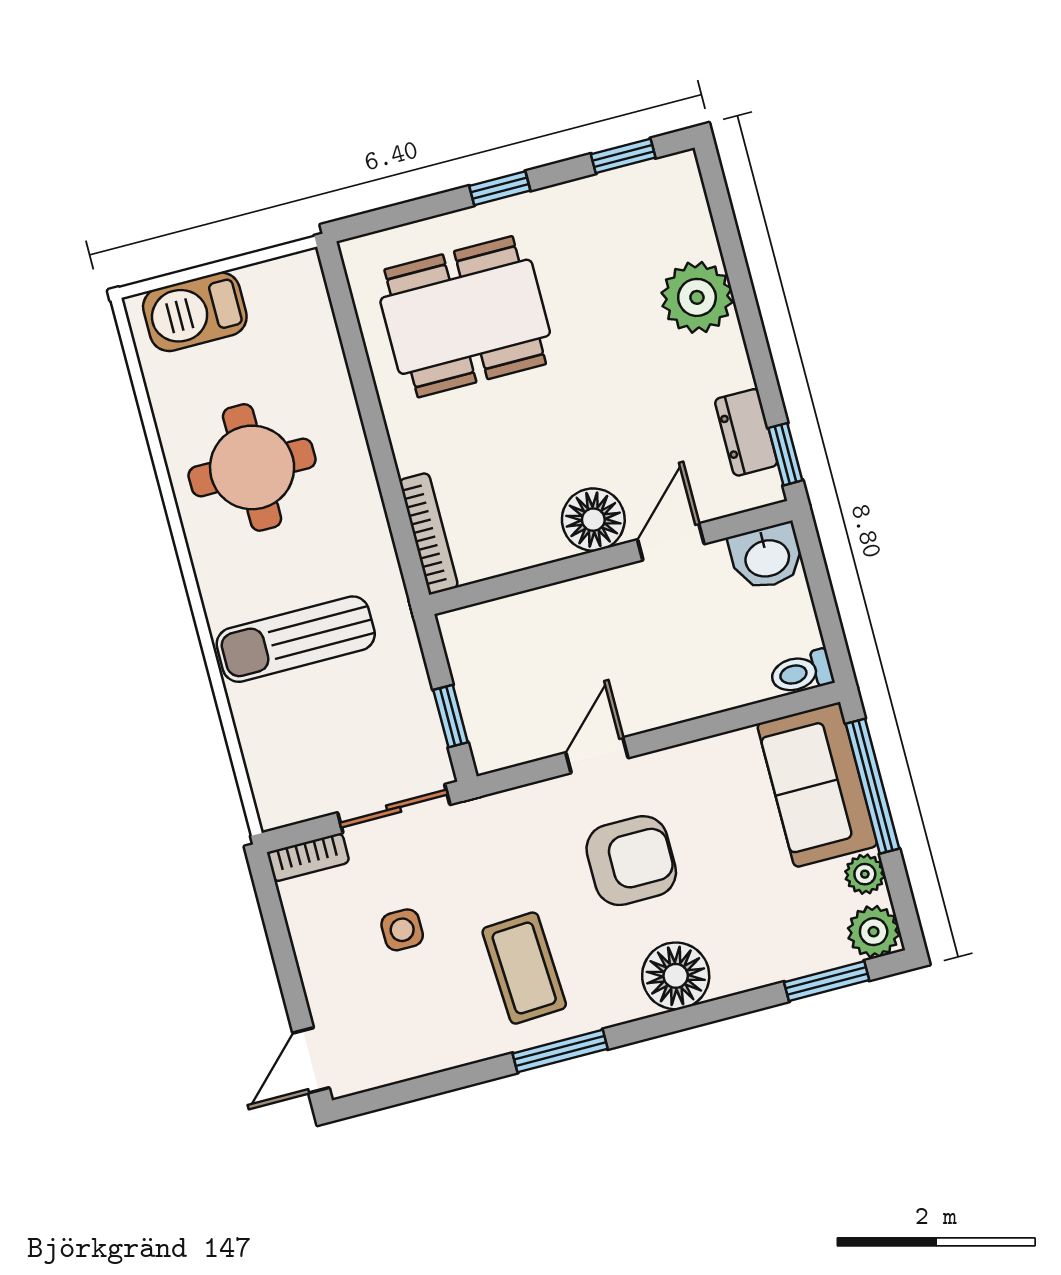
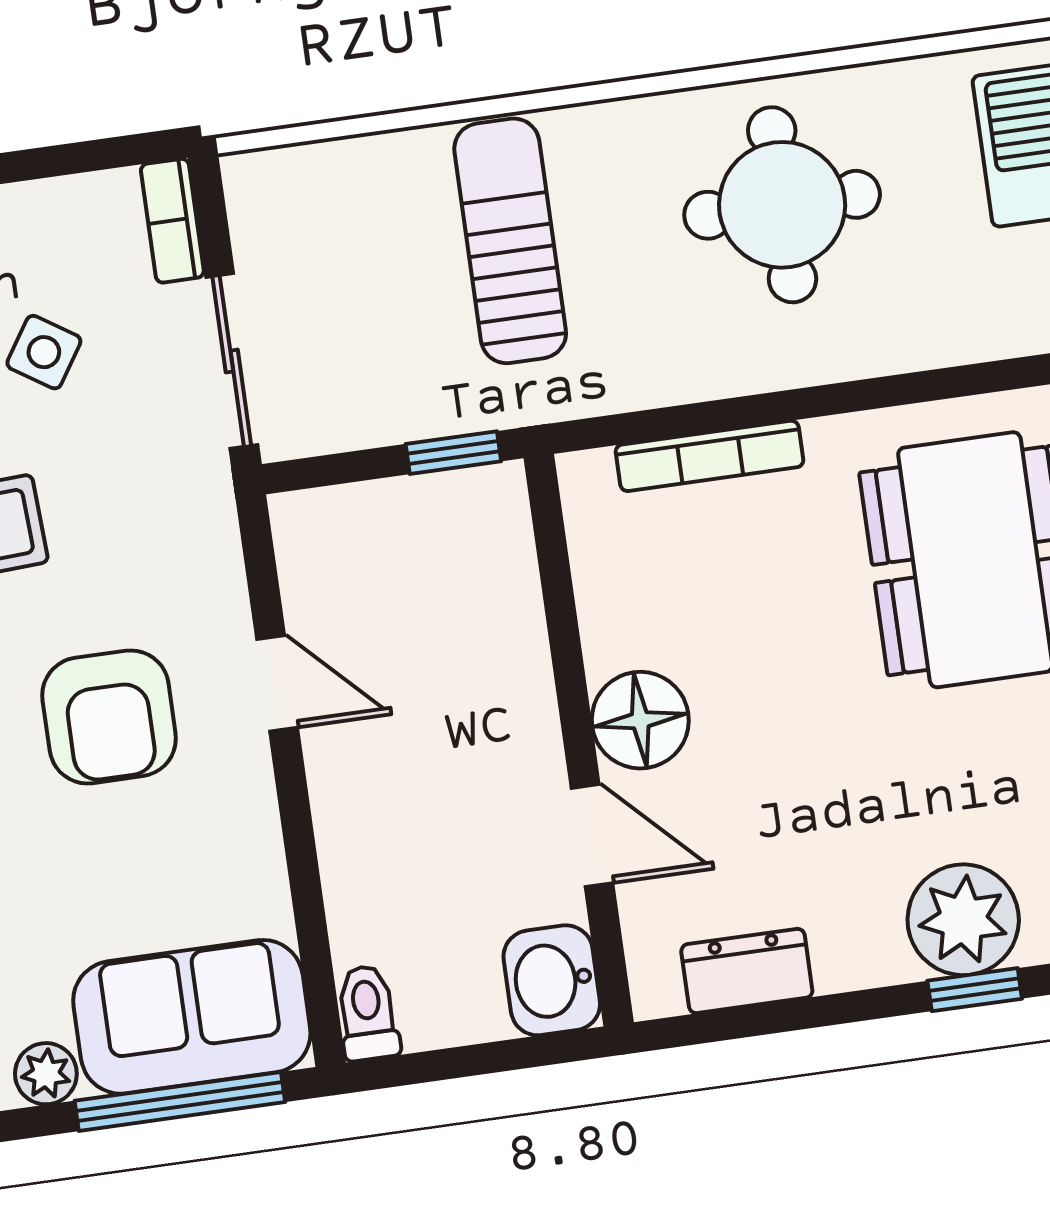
window: (785, 454) -> (975, 990), moved
bookcase: (429, 534) -> (709, 456), moved
window: (451, 716) -> (453, 453), moved
side table: (402, 930) -> (44, 352), turned 33

